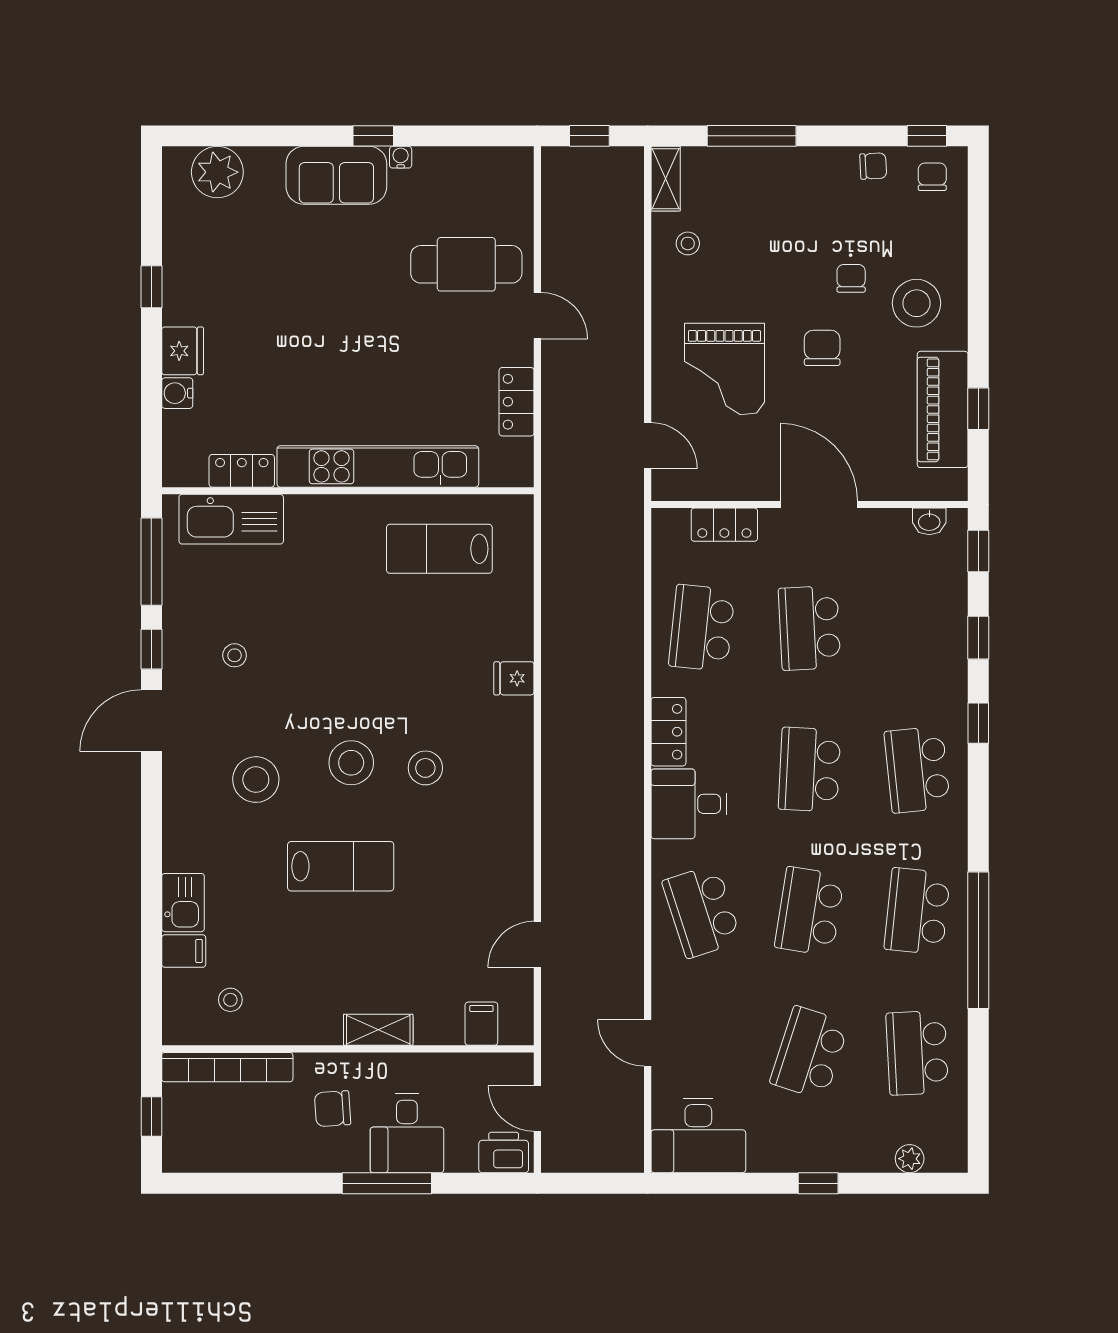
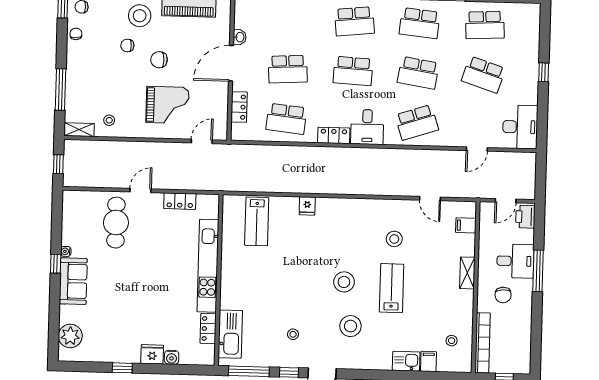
washbasin: (929, 521) -> (240, 37), moved
lab bench: (439, 549) -> (257, 221), moved
stool: (425, 768) -> (394, 239), moved
plant: (910, 1159) -> (533, 30), removed

